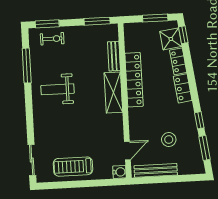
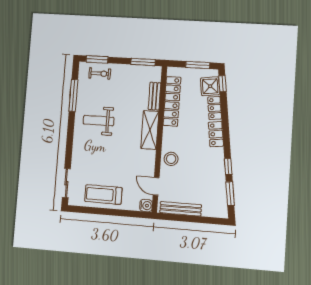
locker: (134, 80) -> (172, 101), moved
stool: (169, 140) -> (171, 159), moved
door: (127, 151) -> (156, 186), swing flipped

